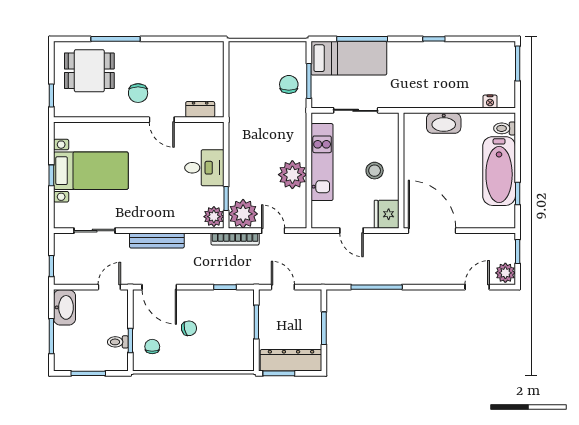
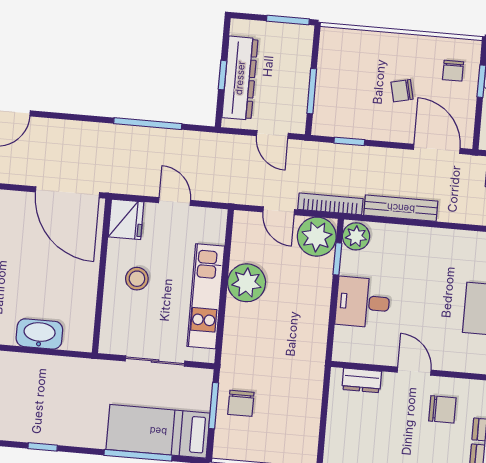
chair: (138, 93) -> (442, 409), turned 90
bench: (157, 241) -> (401, 208), moved
window: (324, 328) -> (223, 75), width x0.67
dresser: (291, 360) -> (240, 78), moved, turned -90

